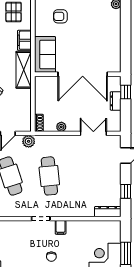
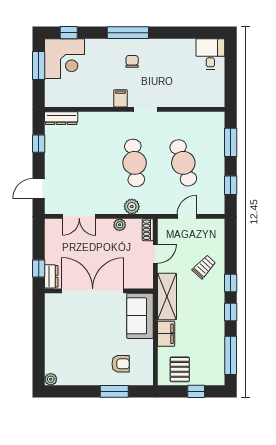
dresser: (116, 101) -> (51, 276), moved
door: (33, 104) -> (155, 254), added
plant: (29, 141) -> (132, 207), moved

